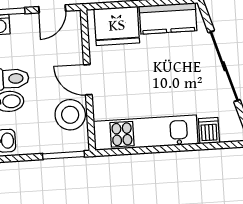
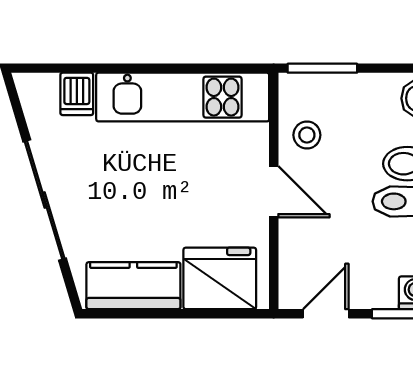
stool: (70, 115) -> (307, 135), width x0.53, depth x0.53

